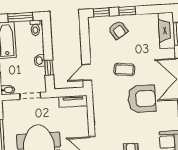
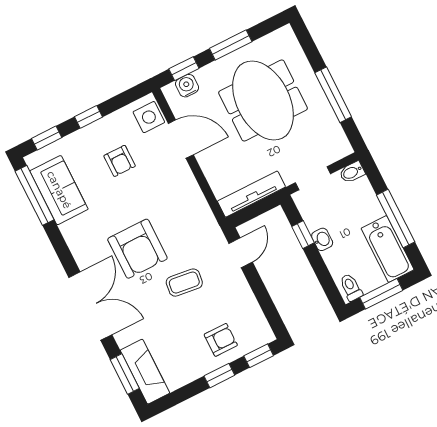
armchair: (118, 30) -> (221, 340), turned 122
armchair: (142, 99) -> (137, 249), turned -90
tv unit: (73, 101) -> (251, 194), width x1.41

